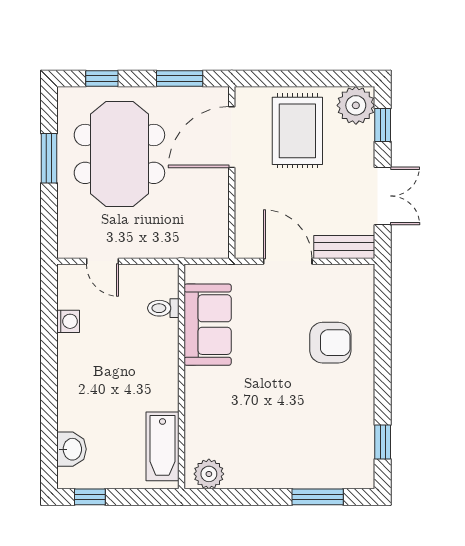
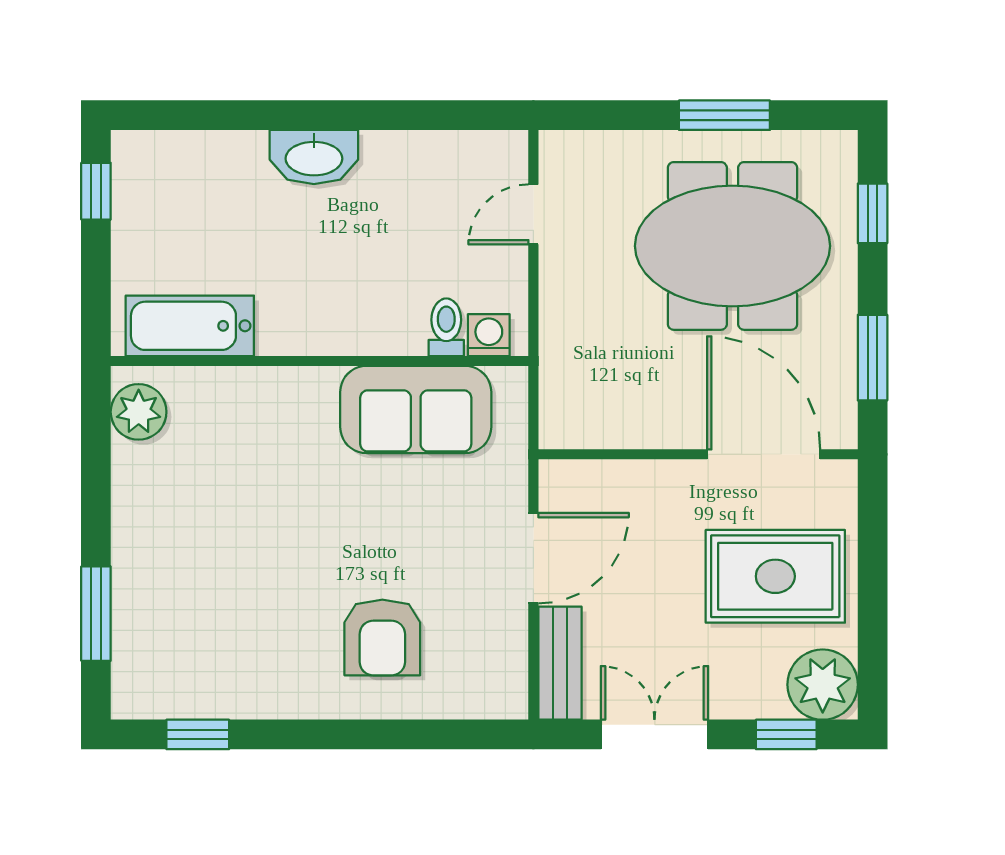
double door: (383, 196) -> (654, 734), swing flipped
washing machine: (68, 321) -> (489, 335), moved, turned 180
washbasin: (72, 449) -> (314, 157), moved, width x1.38

